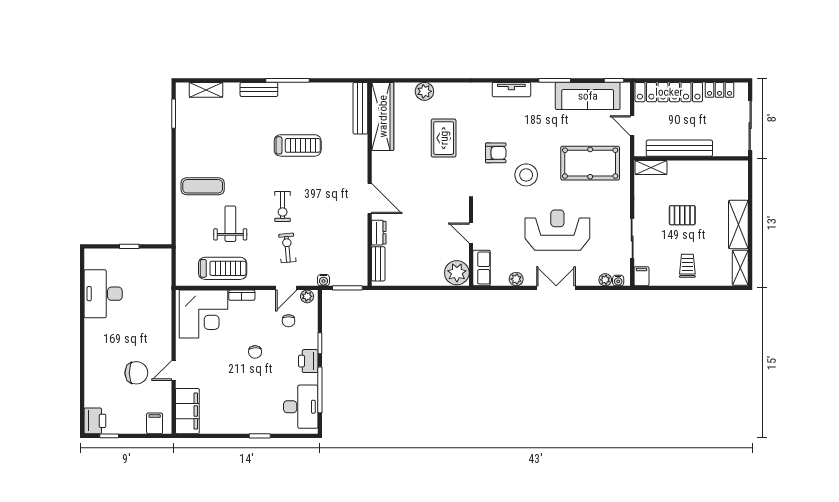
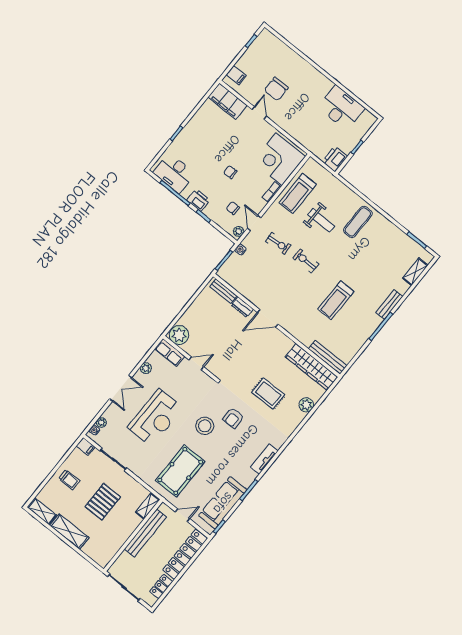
pallet: (682, 215) -> (103, 502), width x1.50, depth x1.42
printer: (95, 421) -> (335, 159), moved, turned 90

